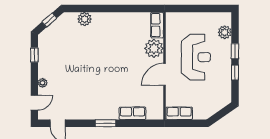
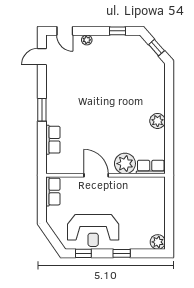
plant: (85, 19) -> (158, 121), moved
plant: (225, 32) -> (158, 242), moved
reception desk: (196, 57) -> (93, 231), moved
window: (235, 73) -> (83, 253), moved

